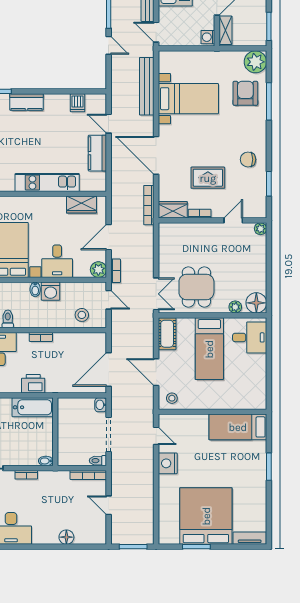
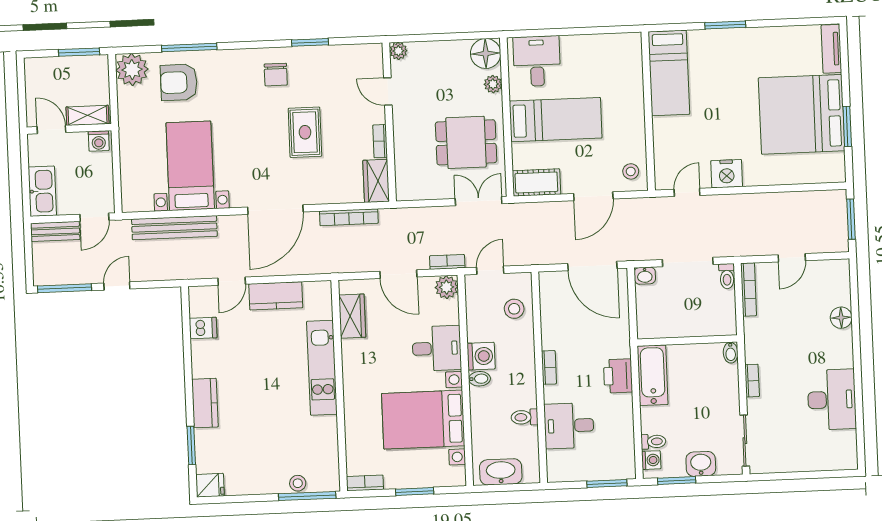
wardrobe: (173, 210) -> (376, 181), moved
bookcase: (200, 214) -> (380, 141), moved
wall: (212, 220) -> (389, 122), moved
door: (233, 220) -> (388, 91), moved
plant: (261, 229) -> (398, 51), moved

